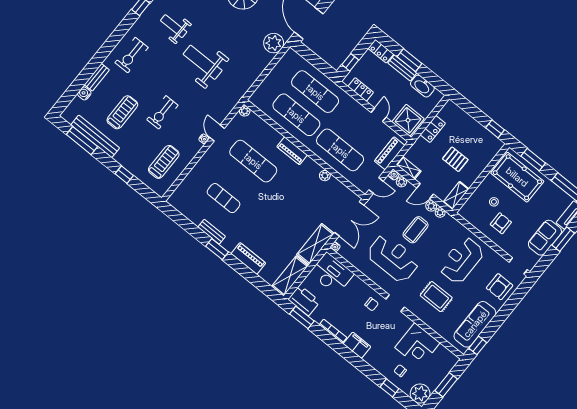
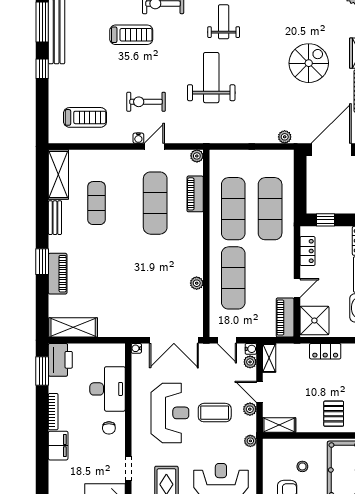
plant: (274, 43) -> (285, 137), width x0.53, depth x0.53
treadmill: (122, 112) -> (131, 35), moved
exercise bike: (162, 112) -> (146, 102), moved
piano: (292, 151) -> (195, 194), moved
piano: (390, 153) -> (285, 318), moved, turned -90
pallet: (455, 159) -> (334, 414), moved
window: (124, 175) -> (42, 69), moved
plant: (440, 213) -> (250, 441), moved
shelving: (315, 244) -> (58, 174), moved, turned 90
window: (217, 249) -> (42, 262), moved
desk: (332, 274) -> (108, 389), moved
doorway: (395, 303) -> (128, 468), moved

